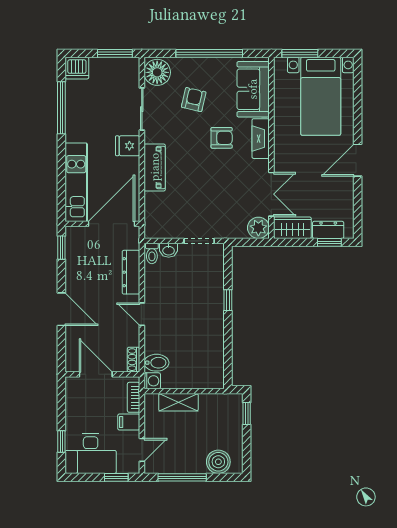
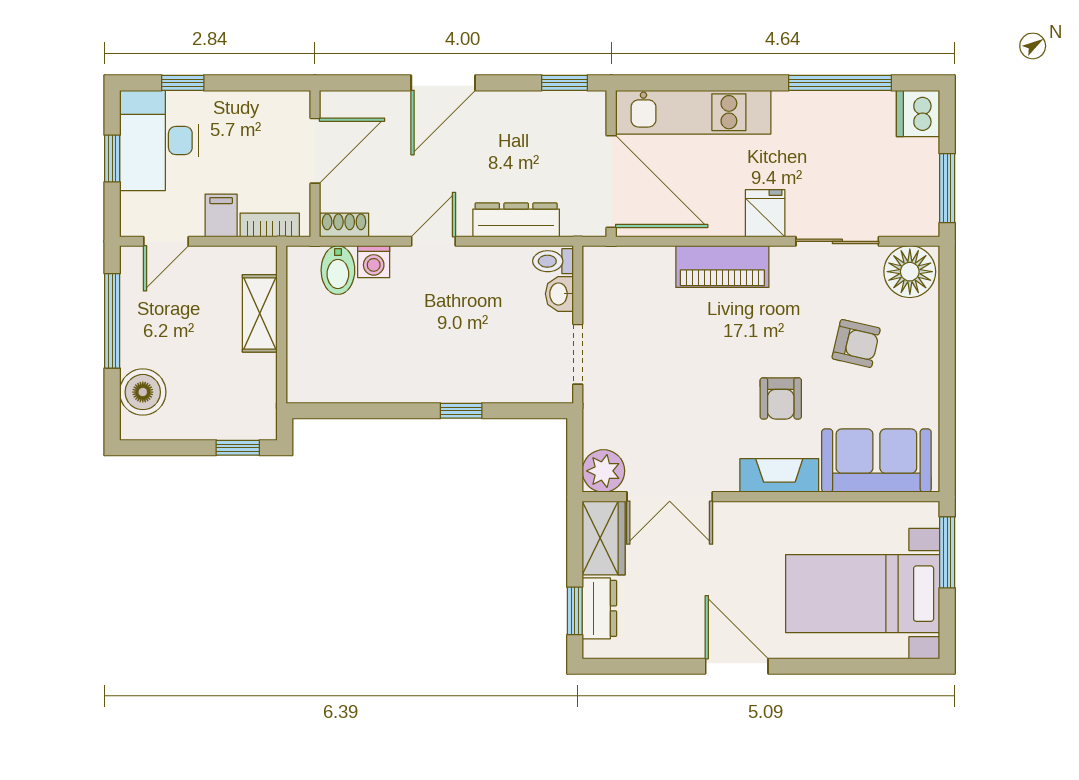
window: (209, 53) -> (947, 374), removed
washing machine: (152, 381) -> (374, 262), moved
door: (142, 450) -> (166, 241), hinge flipped
window: (116, 477) -> (112, 158), moved

